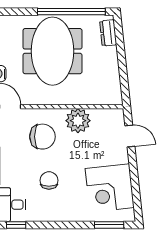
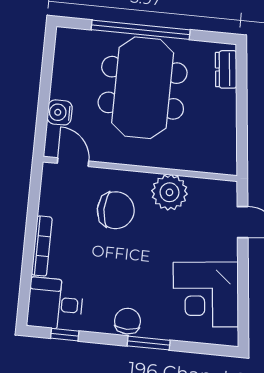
window: (71, 12) -> (141, 30), moved
chair: (49, 180) -> (127, 321), moved
window: (109, 225) -> (149, 343), moved

